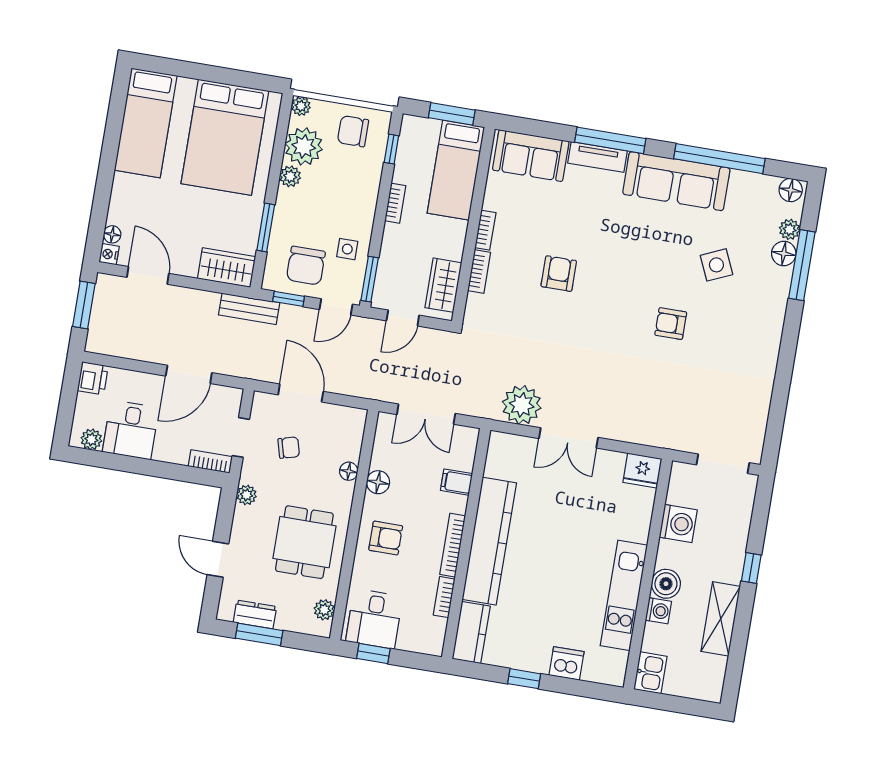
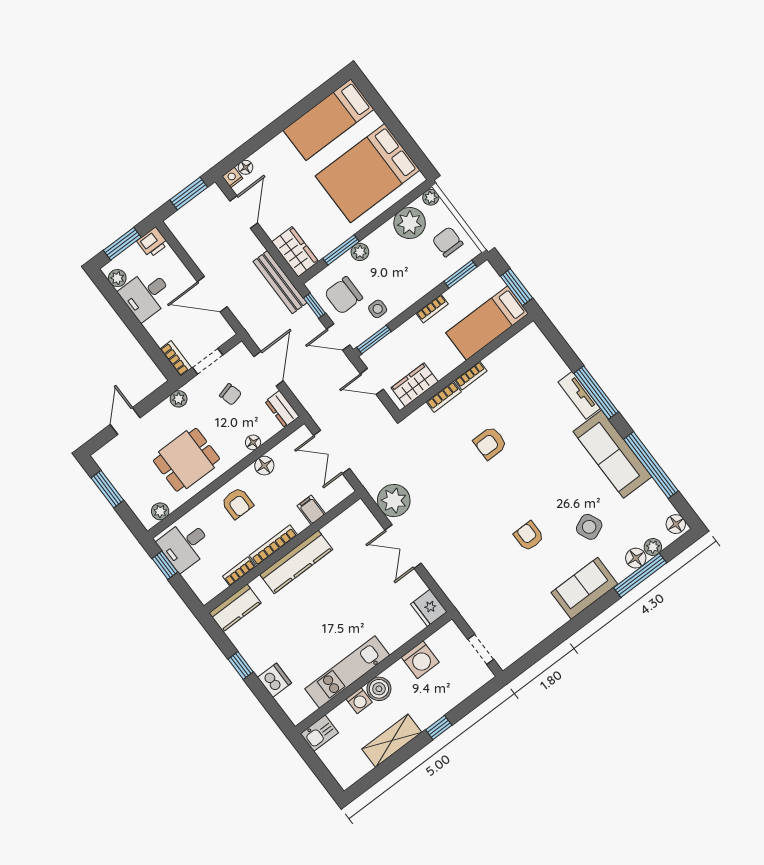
window: (391, 149) -> (460, 274), width x1.50
sofa: (531, 156) -> (584, 588), moved, turned 90
plant: (290, 176) -> (360, 252), moved
armchair: (559, 274) -> (490, 443), turned 180
bench: (249, 309) -> (280, 282), width x1.36
window: (67, 405) -> (122, 244), added
doorway: (723, 464) -> (481, 649), width x0.73
kitchen counter: (489, 541) -> (296, 562), width x0.72, depth x0.86
dresser: (255, 614) -> (282, 409), moved, turned 180

